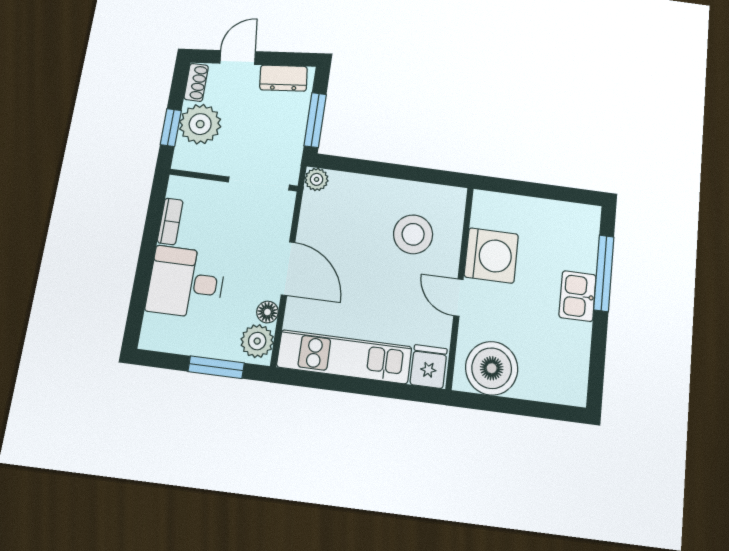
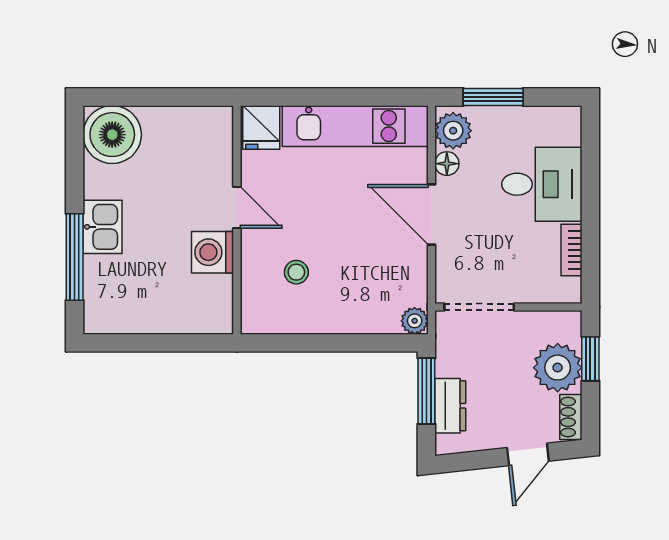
dresser: (284, 78) -> (450, 406), moved, turned 96
stool: (413, 234) -> (296, 272), width x0.53, depth x0.53
washing machine: (491, 255) -> (213, 252), width x0.73, depth x0.73
boiler: (492, 368) -> (112, 135), moved

